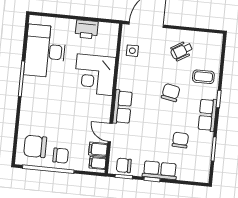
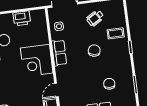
corner desk: (95, 75) -> (37, 60), moved
row of seats: (122, 107) -> (59, 53), moved
row of seats: (207, 115) -> (125, 61), removed
door: (110, 133) -> (56, 90), hinge flipped

